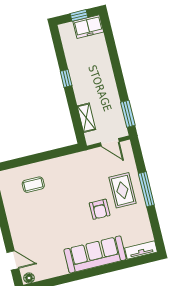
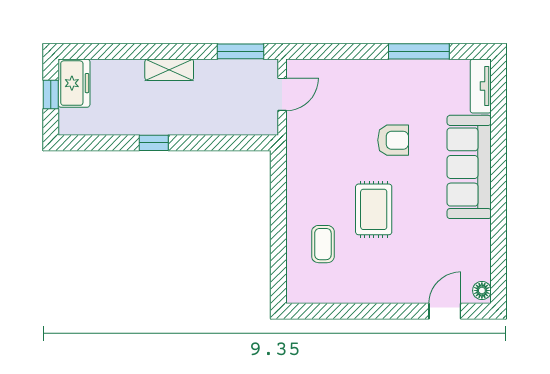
shelving: (86, 118) -> (169, 70), moved
window: (146, 189) -> (419, 51), moved
rug: (122, 190) -> (374, 209), moved, turned 90

